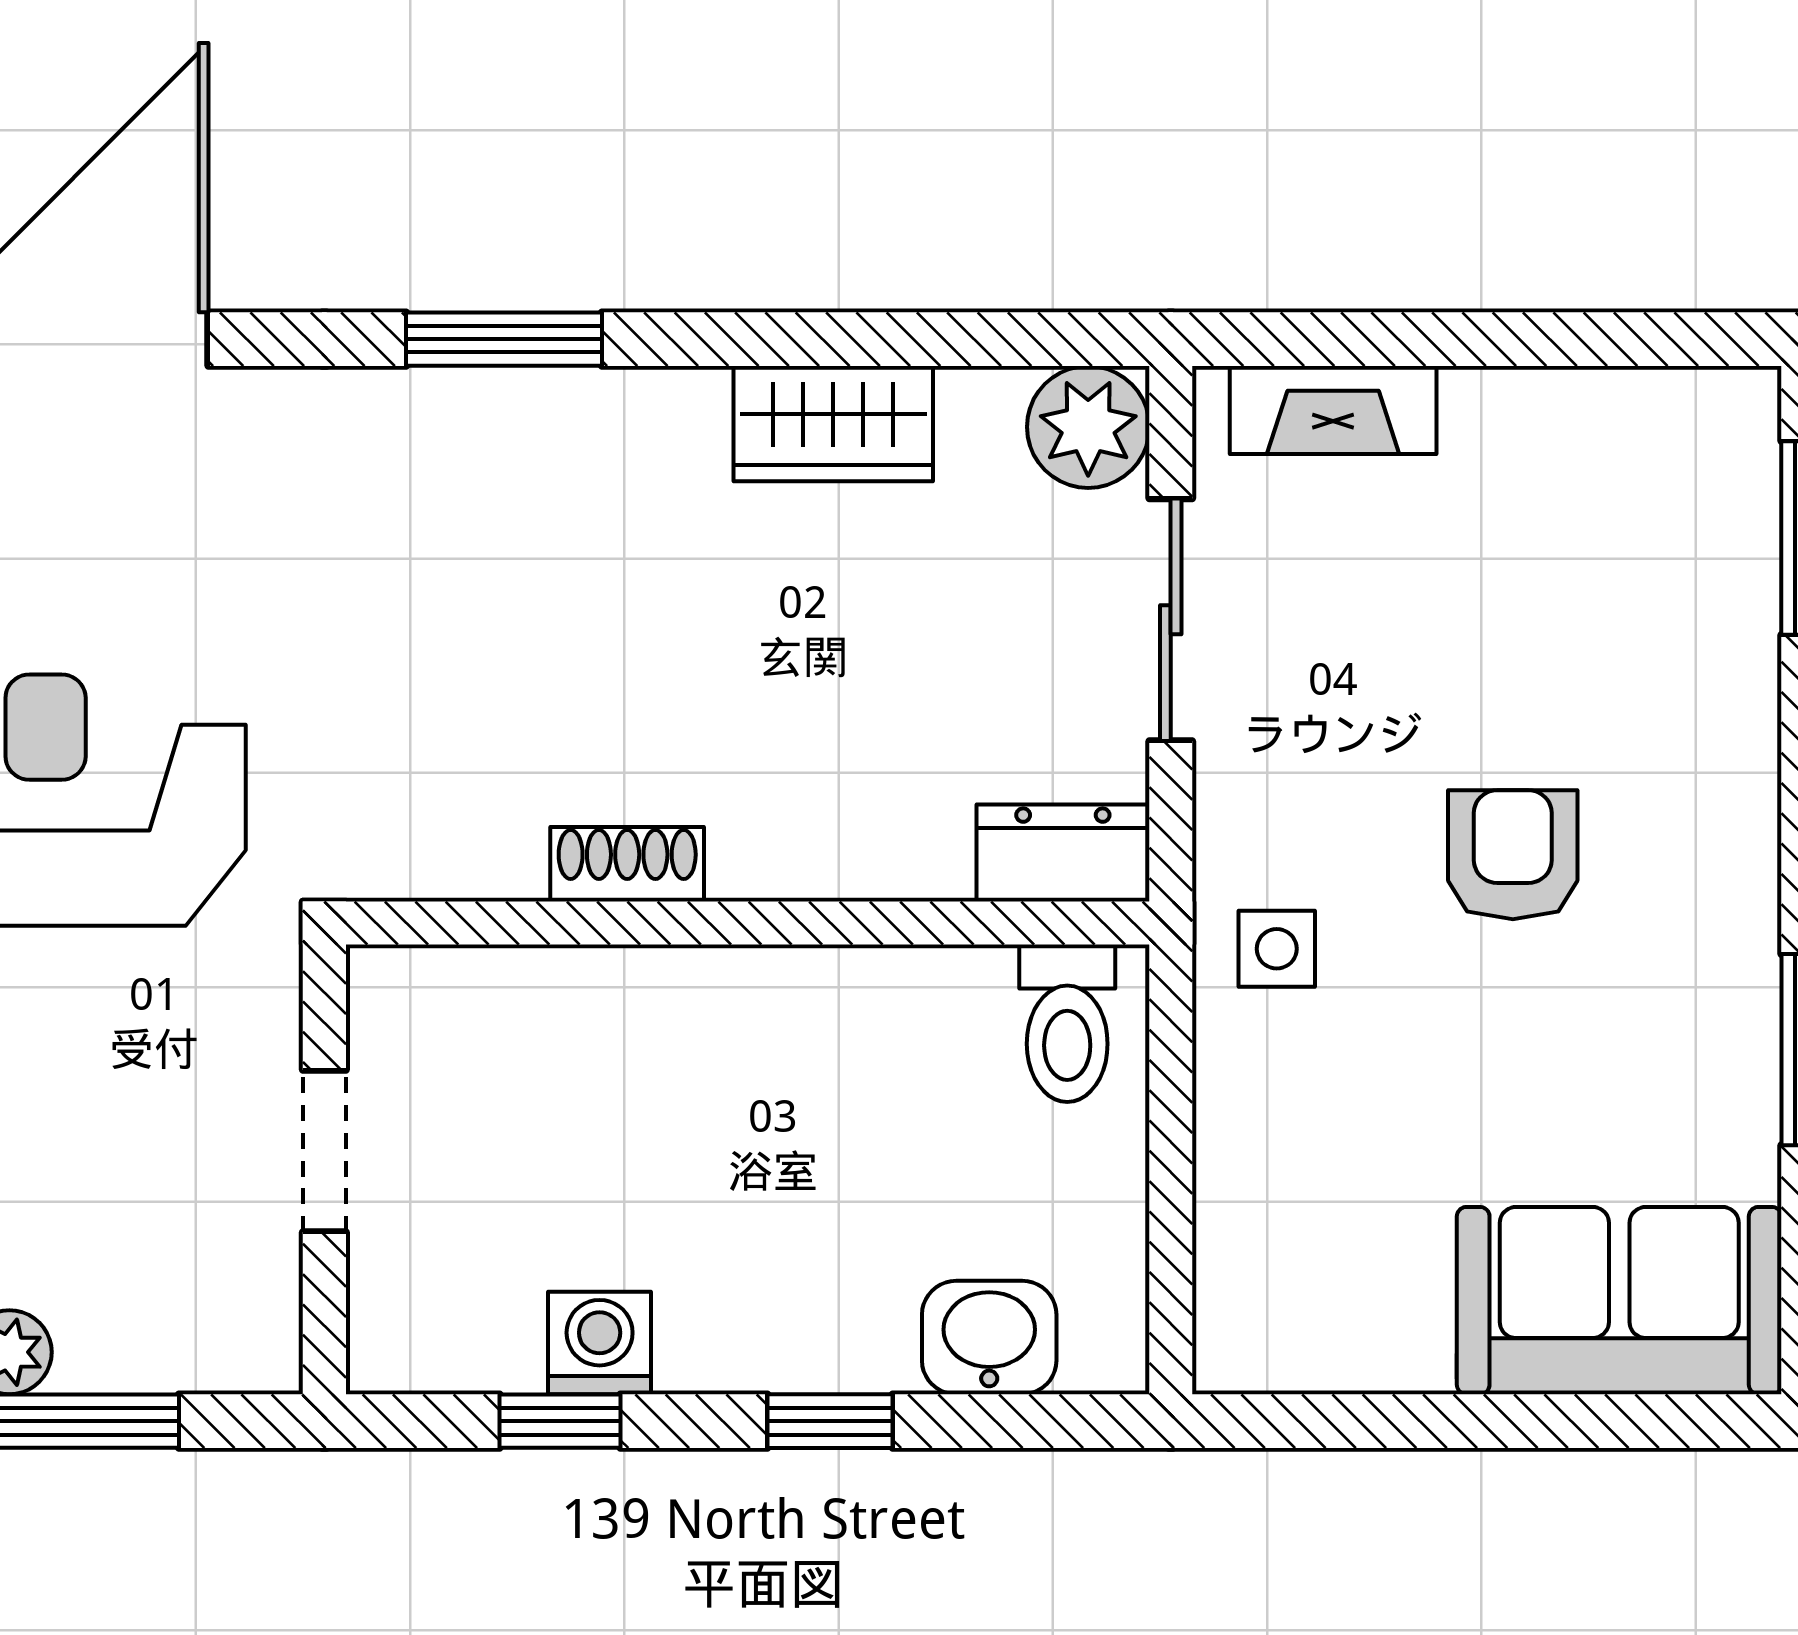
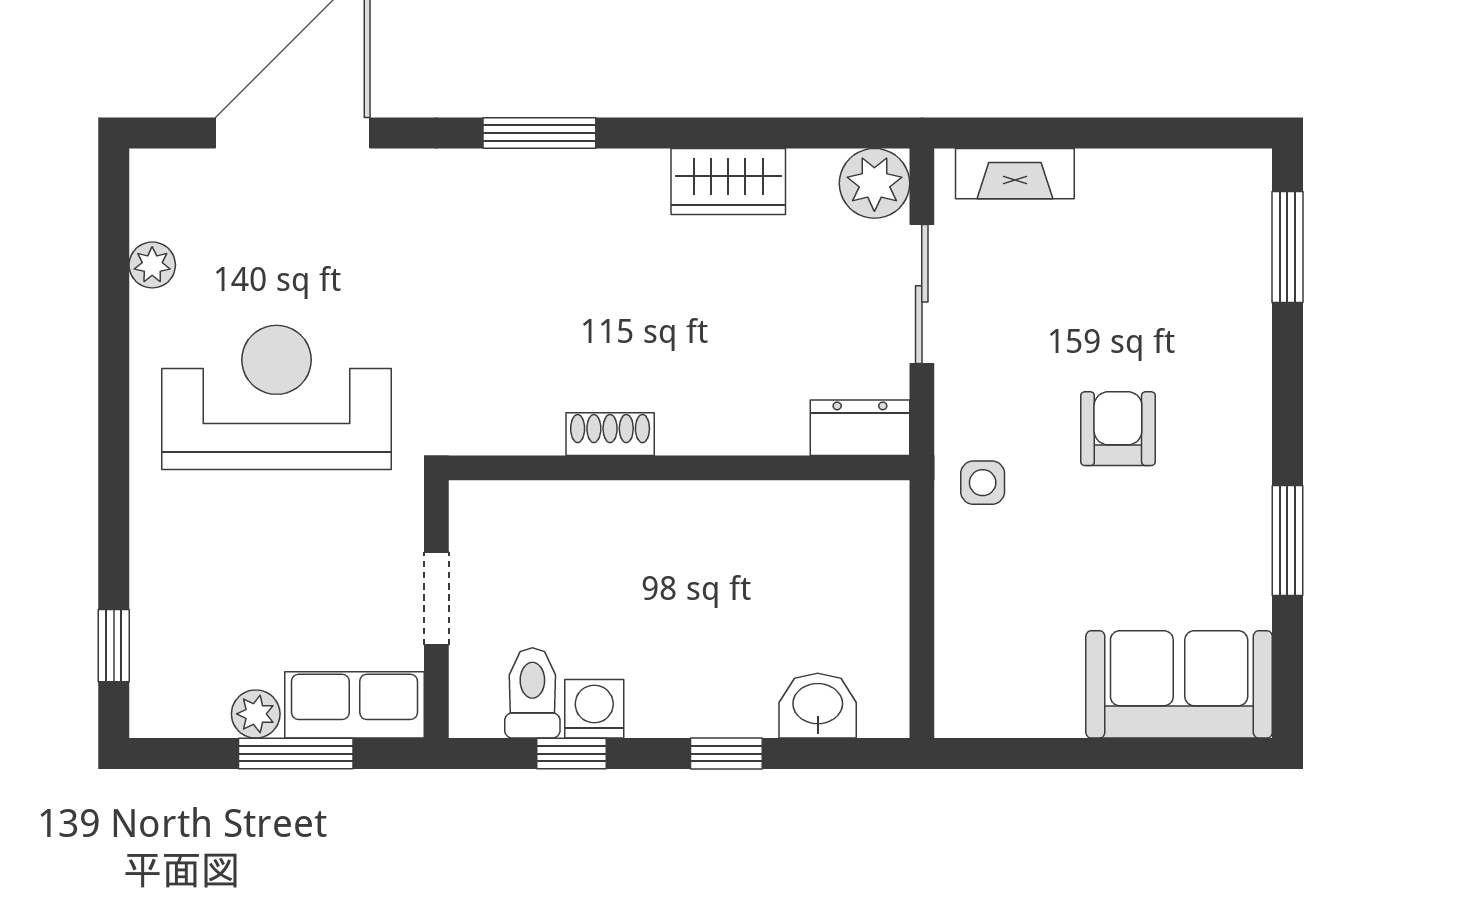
toilet: (1067, 1023) -> (532, 693), moved, turned 180
row of seats: (182, 1336) -> (354, 705), added

